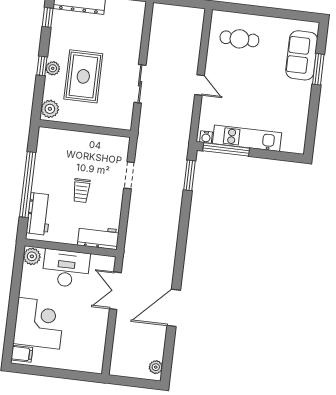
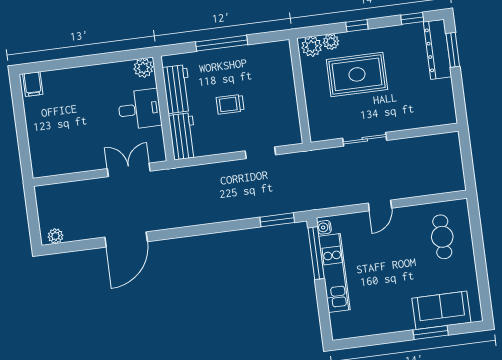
plant: (53, 68) -> (331, 42), moved
window: (28, 185) -> (222, 43), width x0.68
workbench: (39, 214) -> (177, 89), moved, turned -90
desk: (66, 268) -> (140, 109), width x0.73
door: (174, 308) -> (126, 239), swing flipped
corner desk: (39, 323) -> (71, 94), removed

